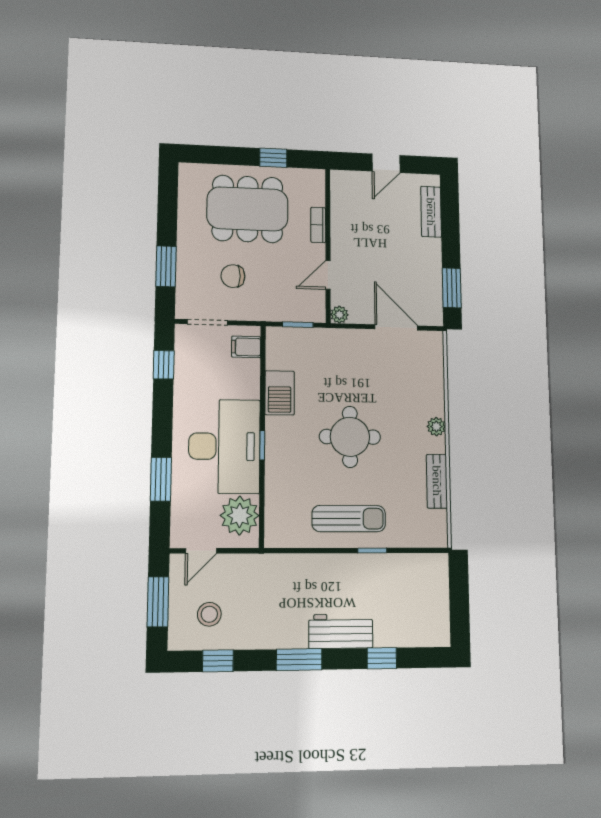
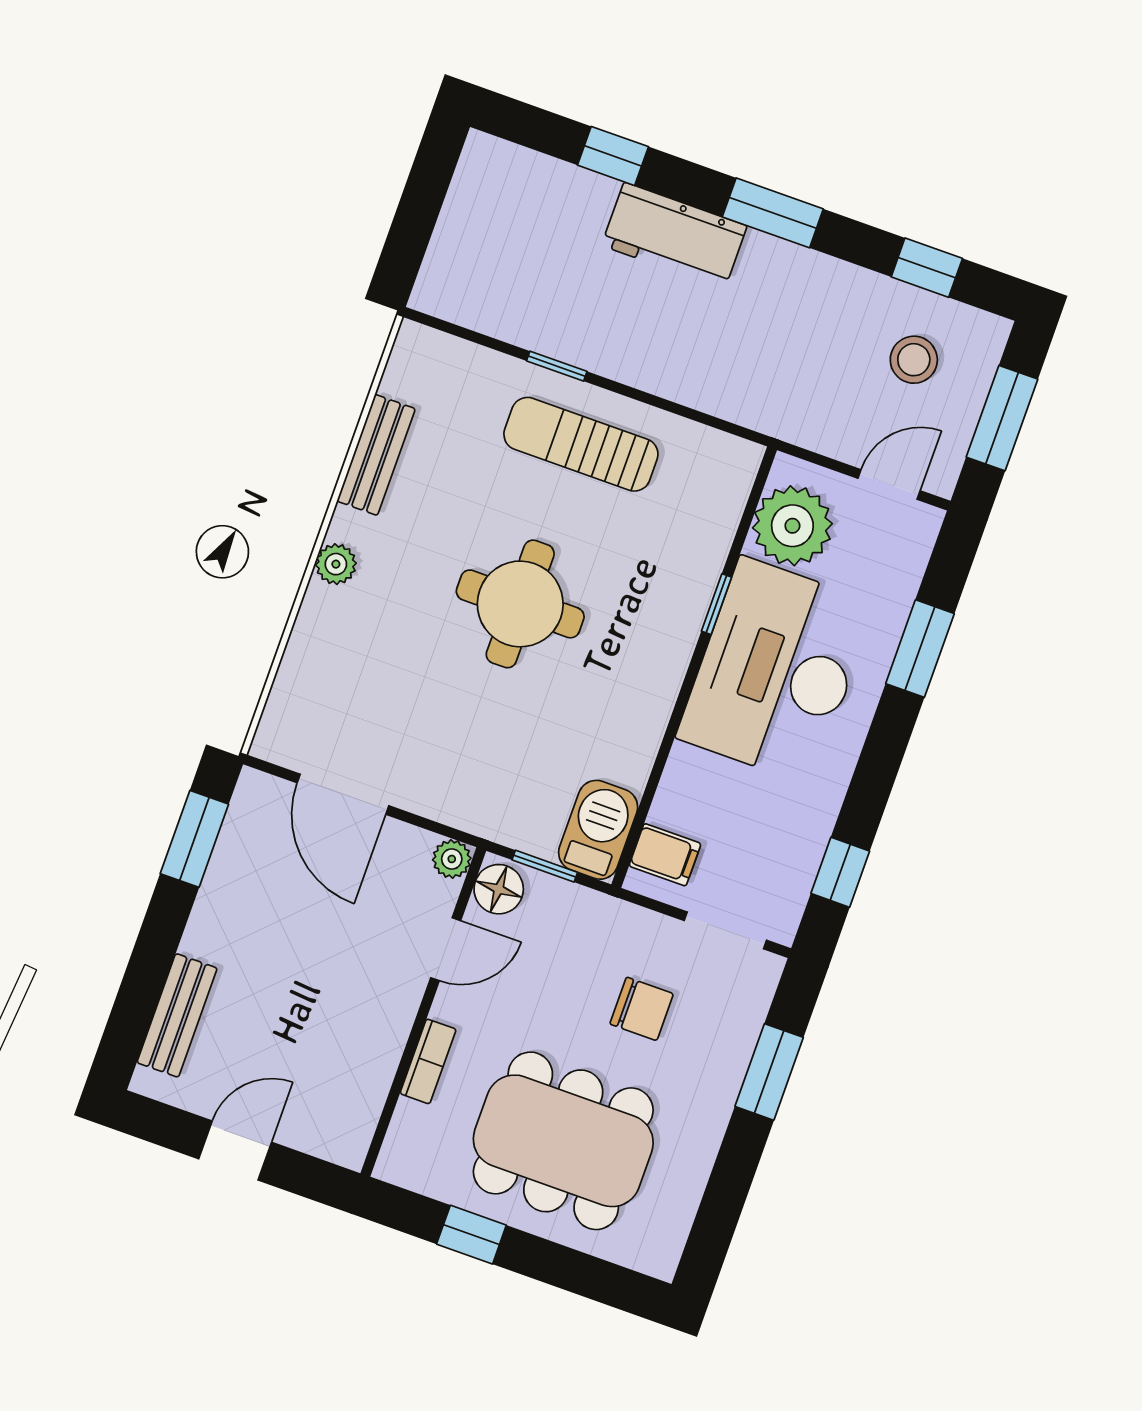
floor lamp: (314, 308) -> (499, 889), added
barbecue: (280, 393) -> (598, 830), moved
window: (262, 445) -> (716, 604), moved

